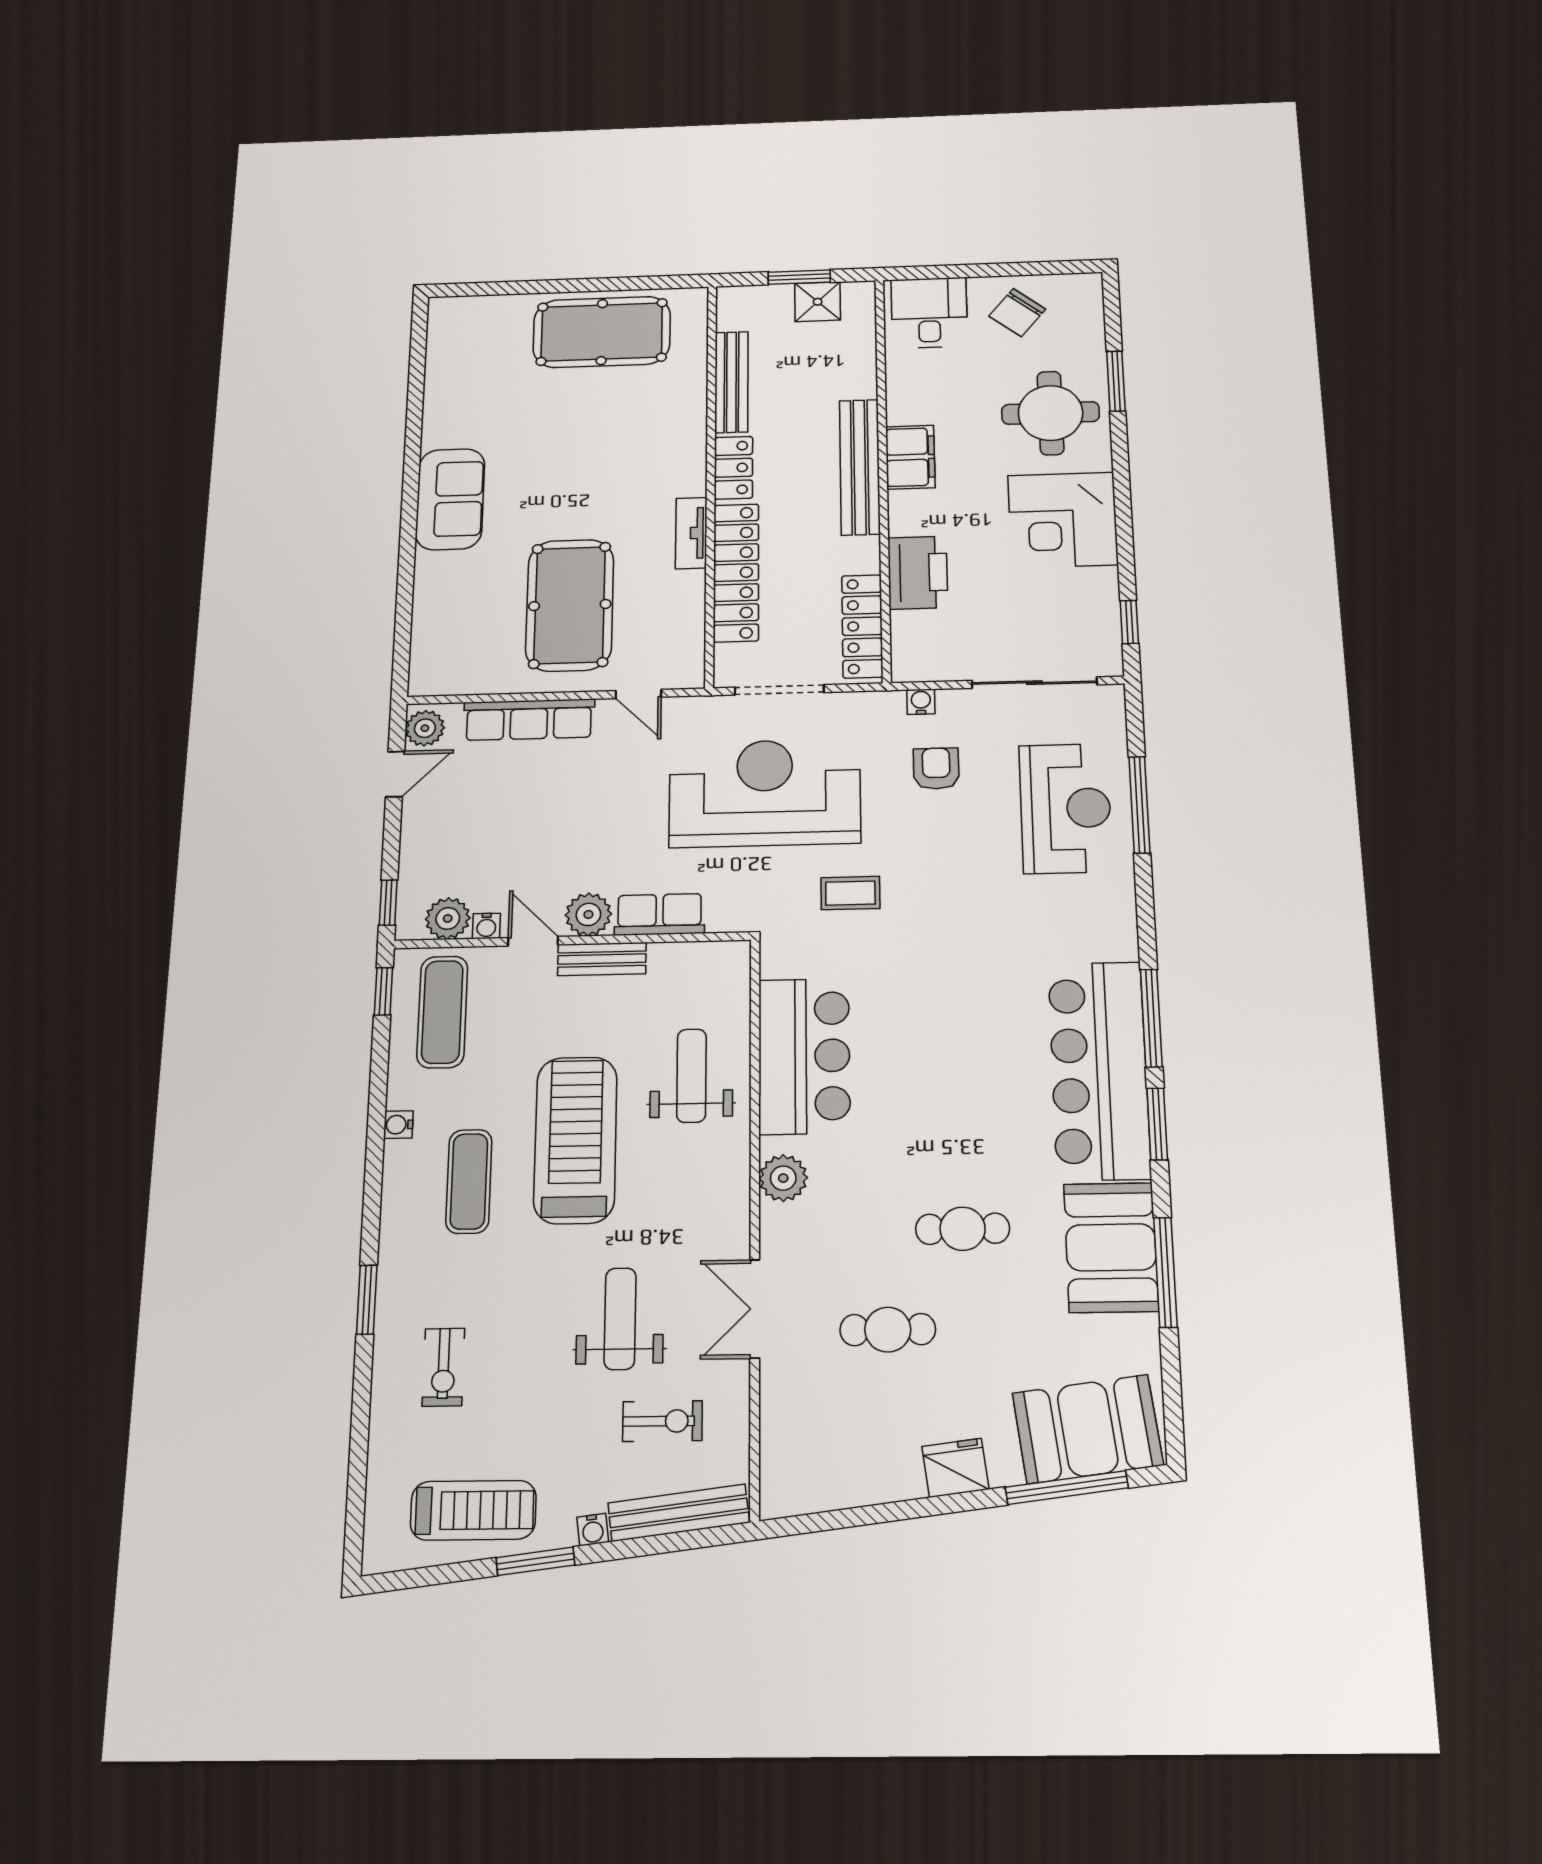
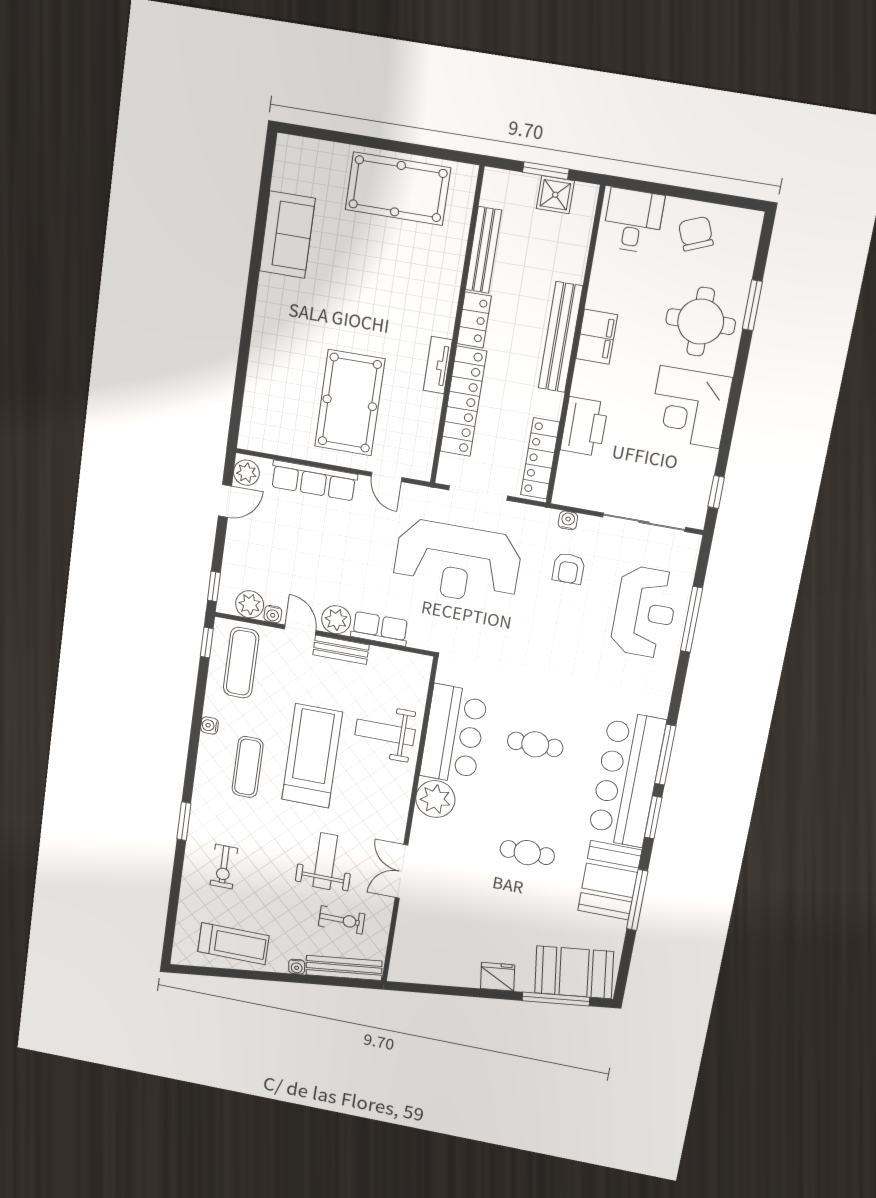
chair: (1017, 313) -> (696, 234), turned 119
sofa: (450, 499) -> (287, 235), moved
armchair: (936, 769) -> (569, 568), turned 180
reception desk: (765, 793) -> (457, 562), turned 180
coffee table: (850, 893) -> (499, 639), removed
weight bench: (691, 1076) -> (385, 732), turned -90
plant: (783, 1178) -> (435, 799), width x1.36, depth x1.36
cafe table: (888, 1330) -> (535, 744), moved
window: (536, 1561) -> (264, 976), removed

